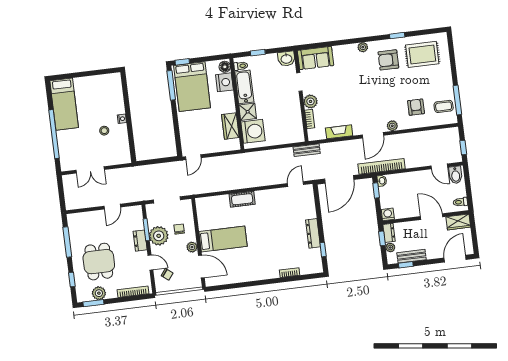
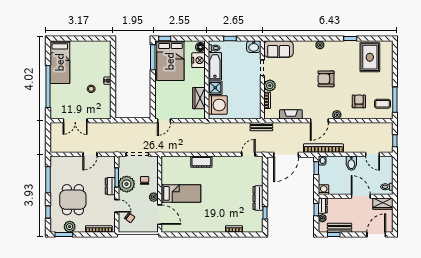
rug: (422, 54) -> (370, 57), turned 90
armchair: (388, 60) -> (326, 79), moved
bidet: (456, 175) -> (351, 163), moved

